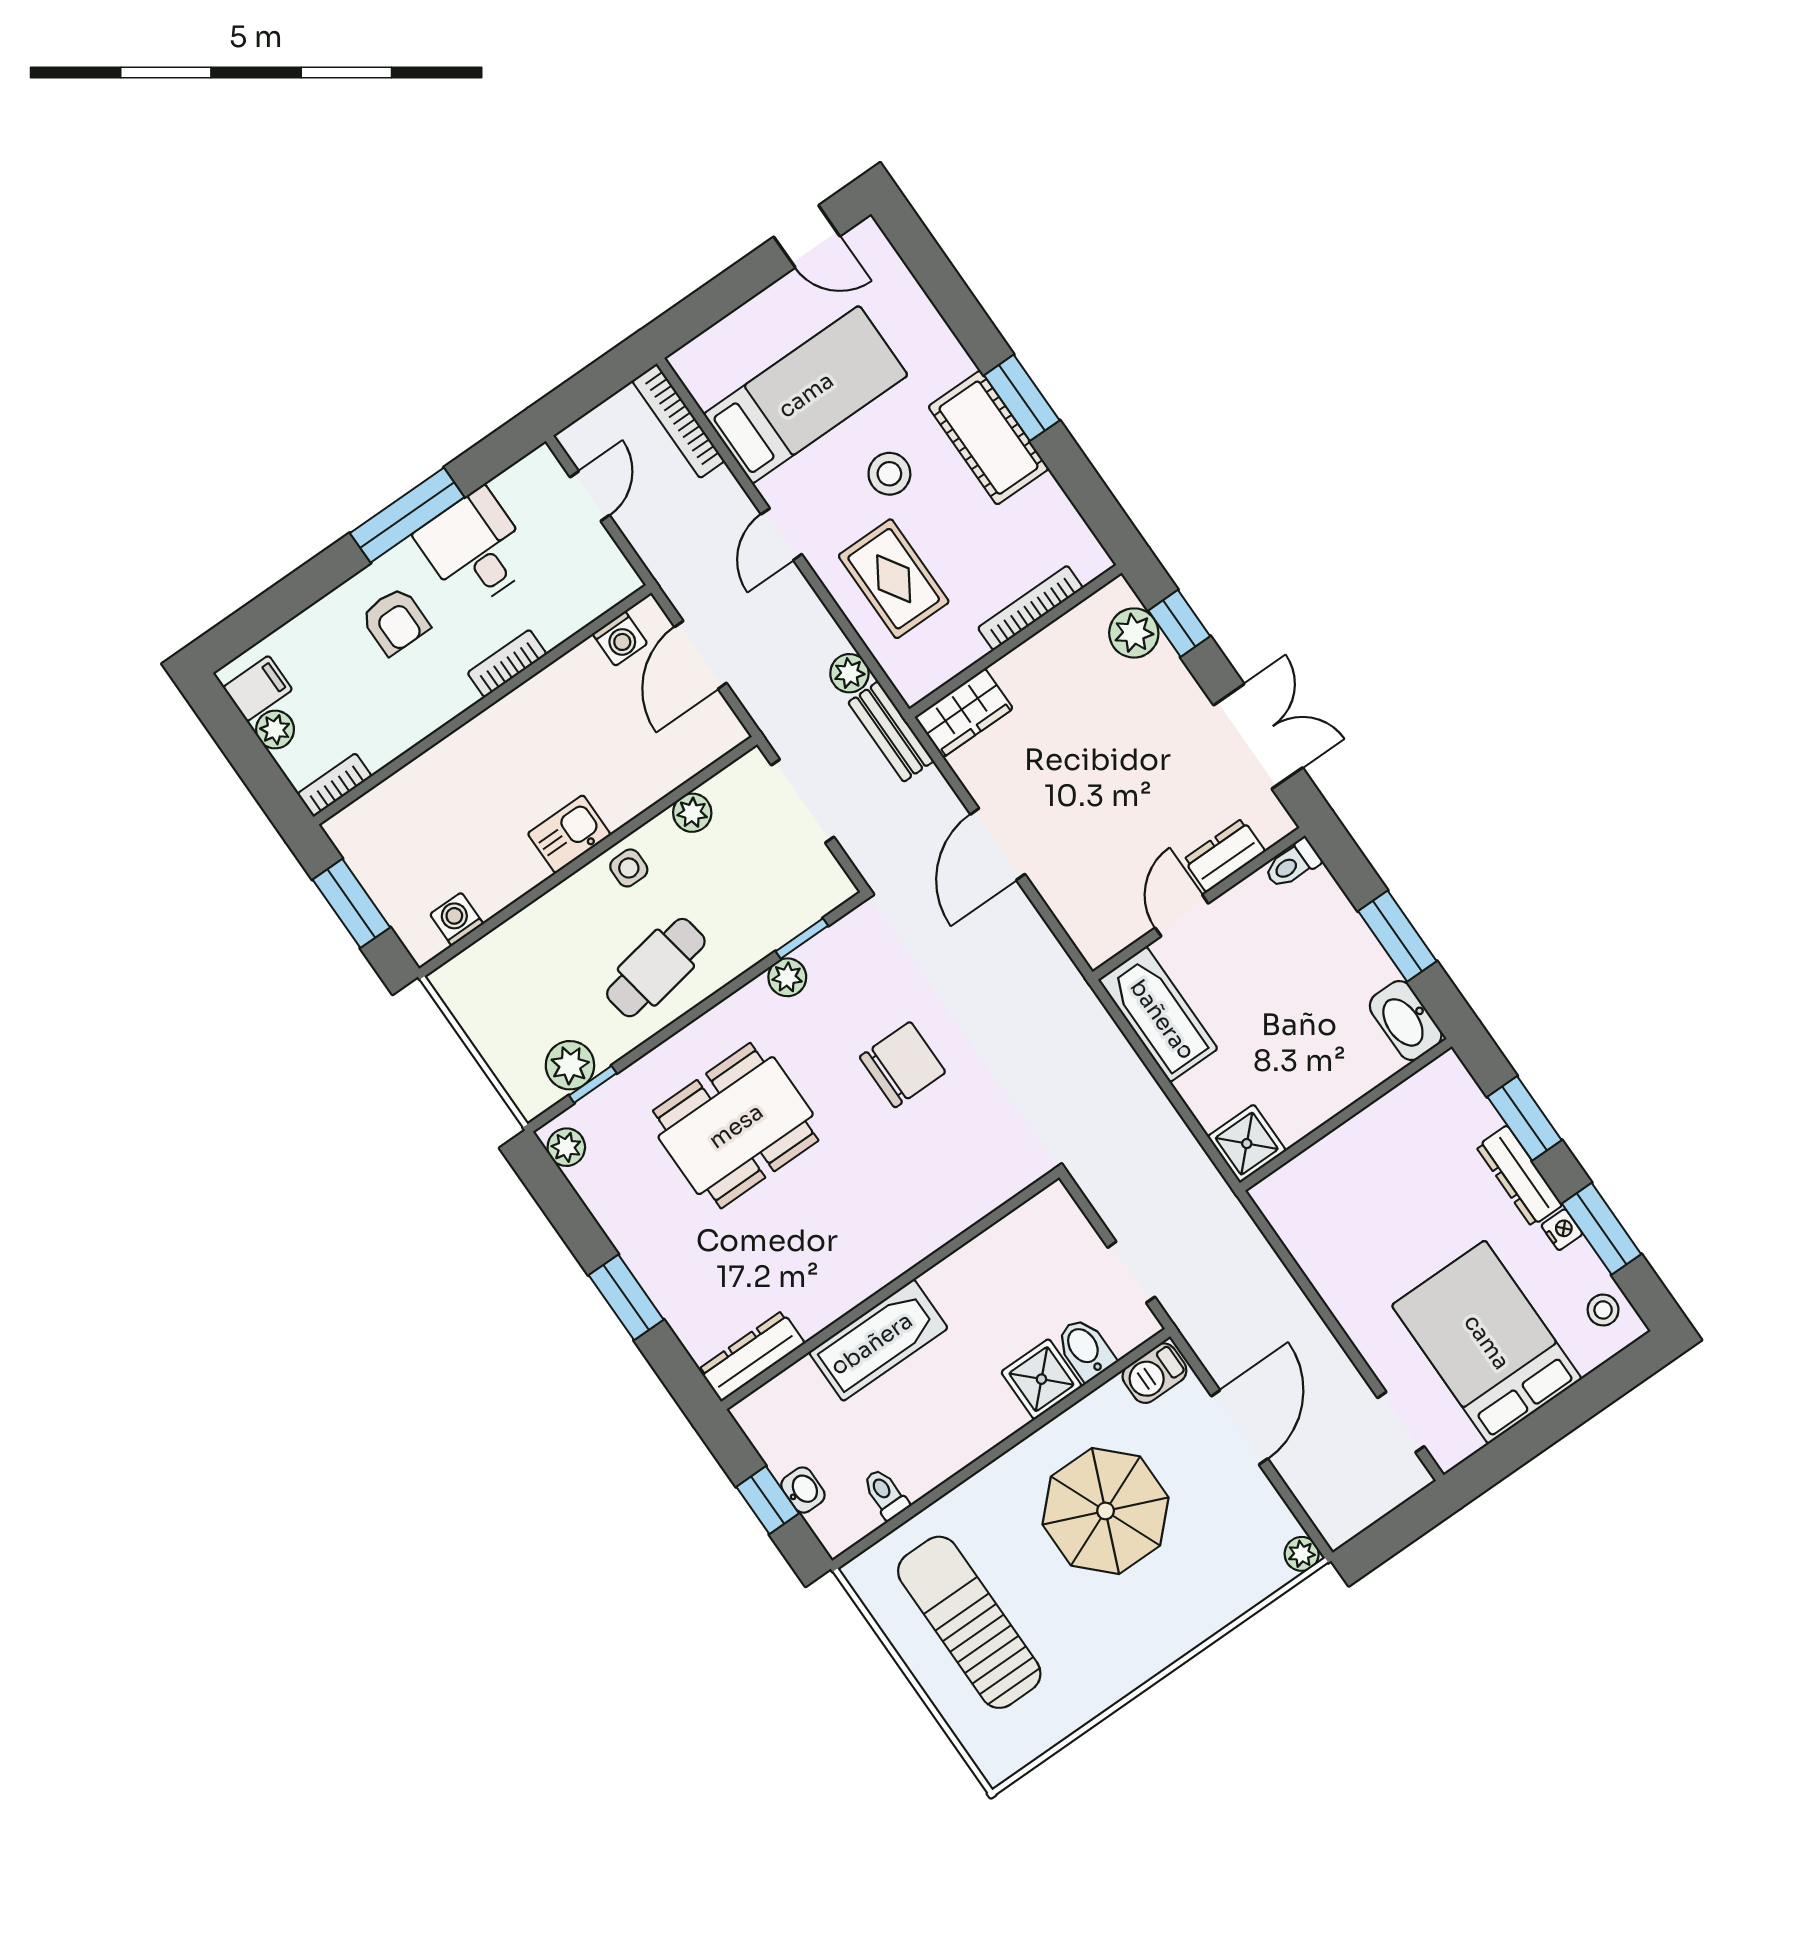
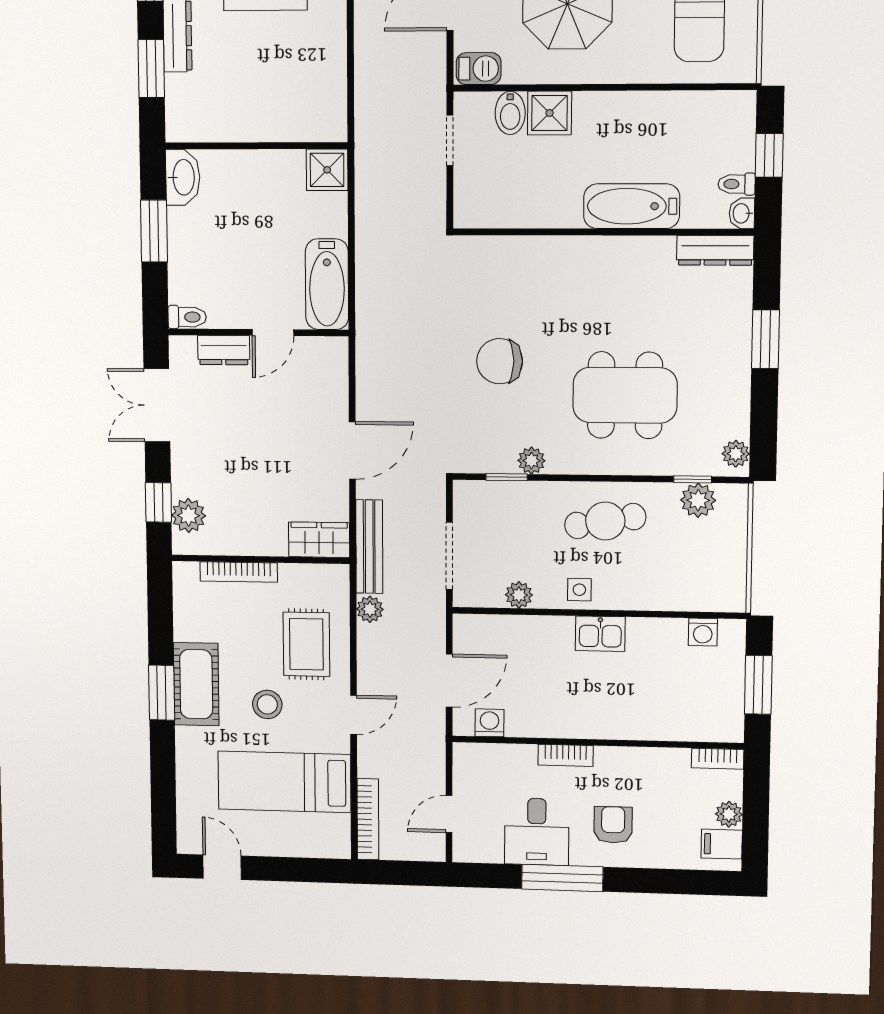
bench: (891, 732) -> (369, 547), width x1.36
washbasin: (803, 1490) -> (742, 213), moved
toilet: (885, 1494) -> (737, 184), moved, turned 90

